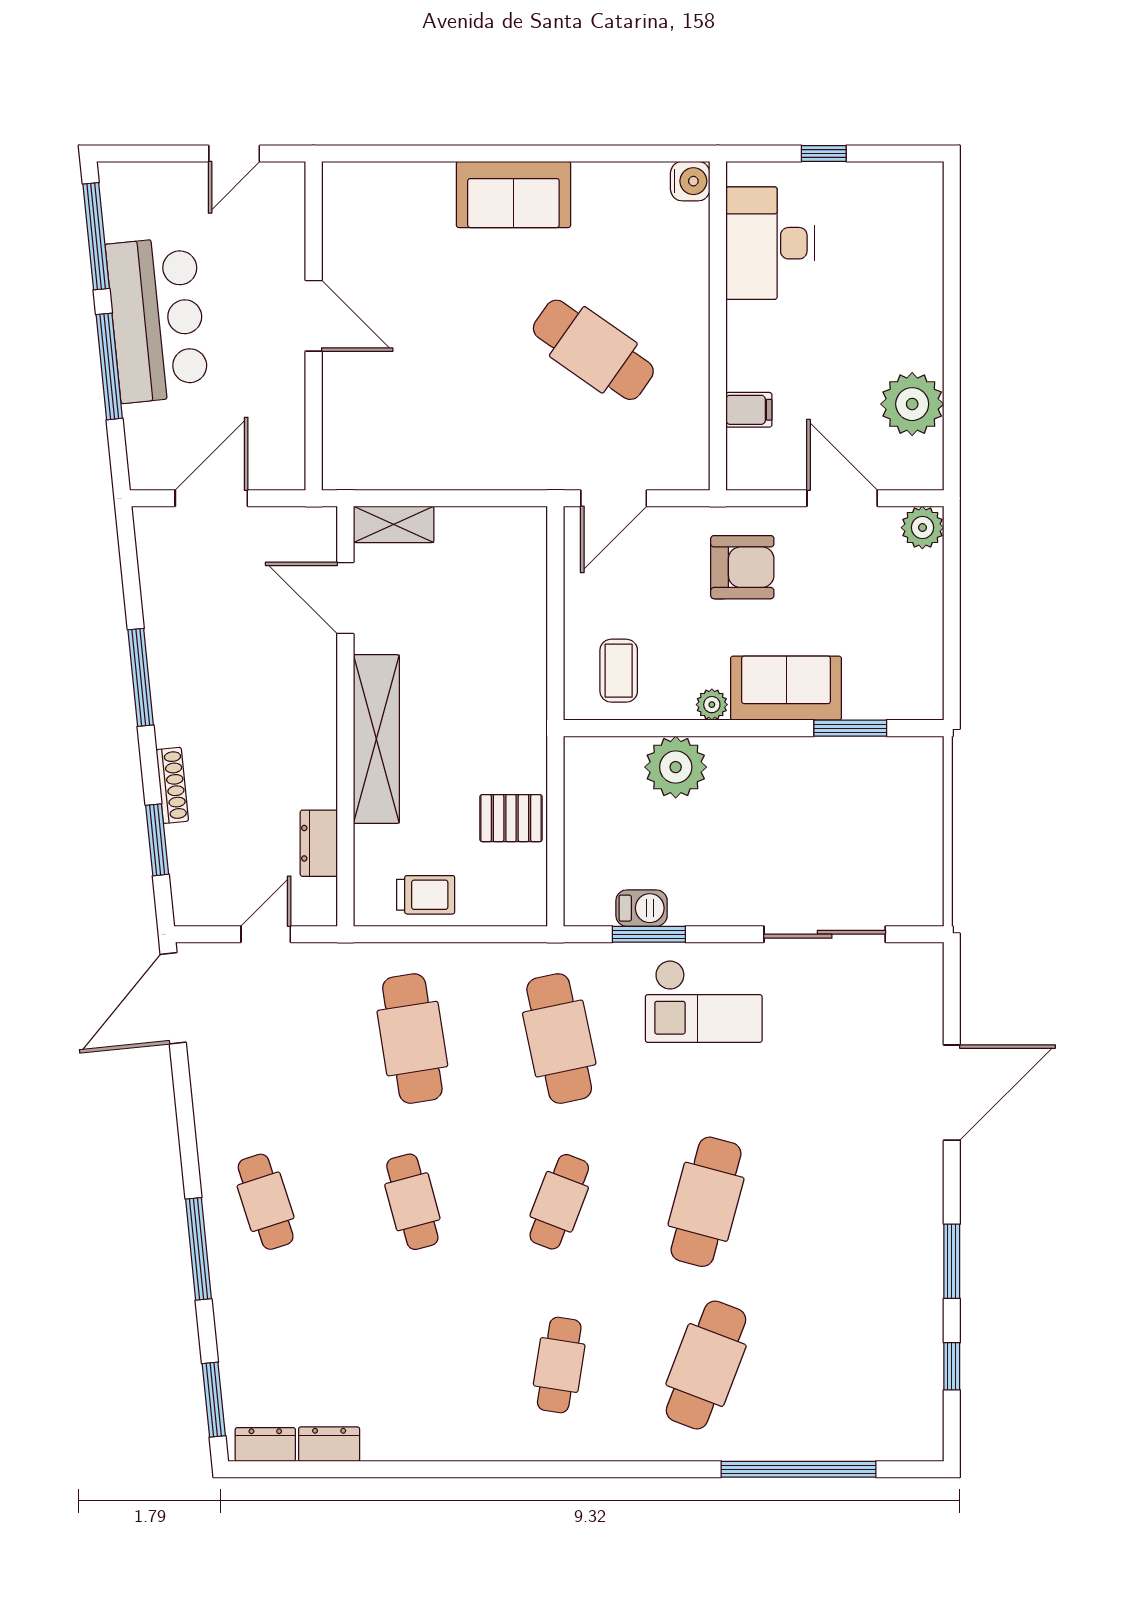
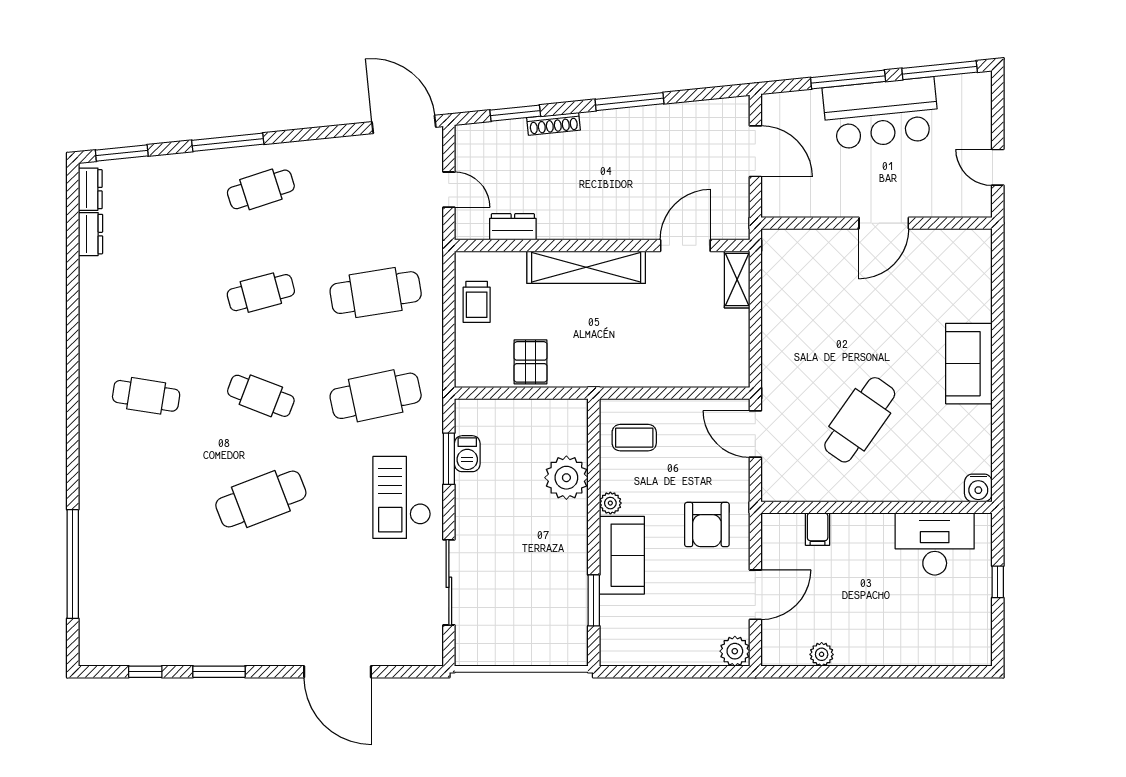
plant: (912, 404) -> (822, 654), width x0.53, depth x0.53
cafe table: (706, 1202) -> (261, 499), turned -36
cafe table: (706, 1365) -> (146, 499), removed

